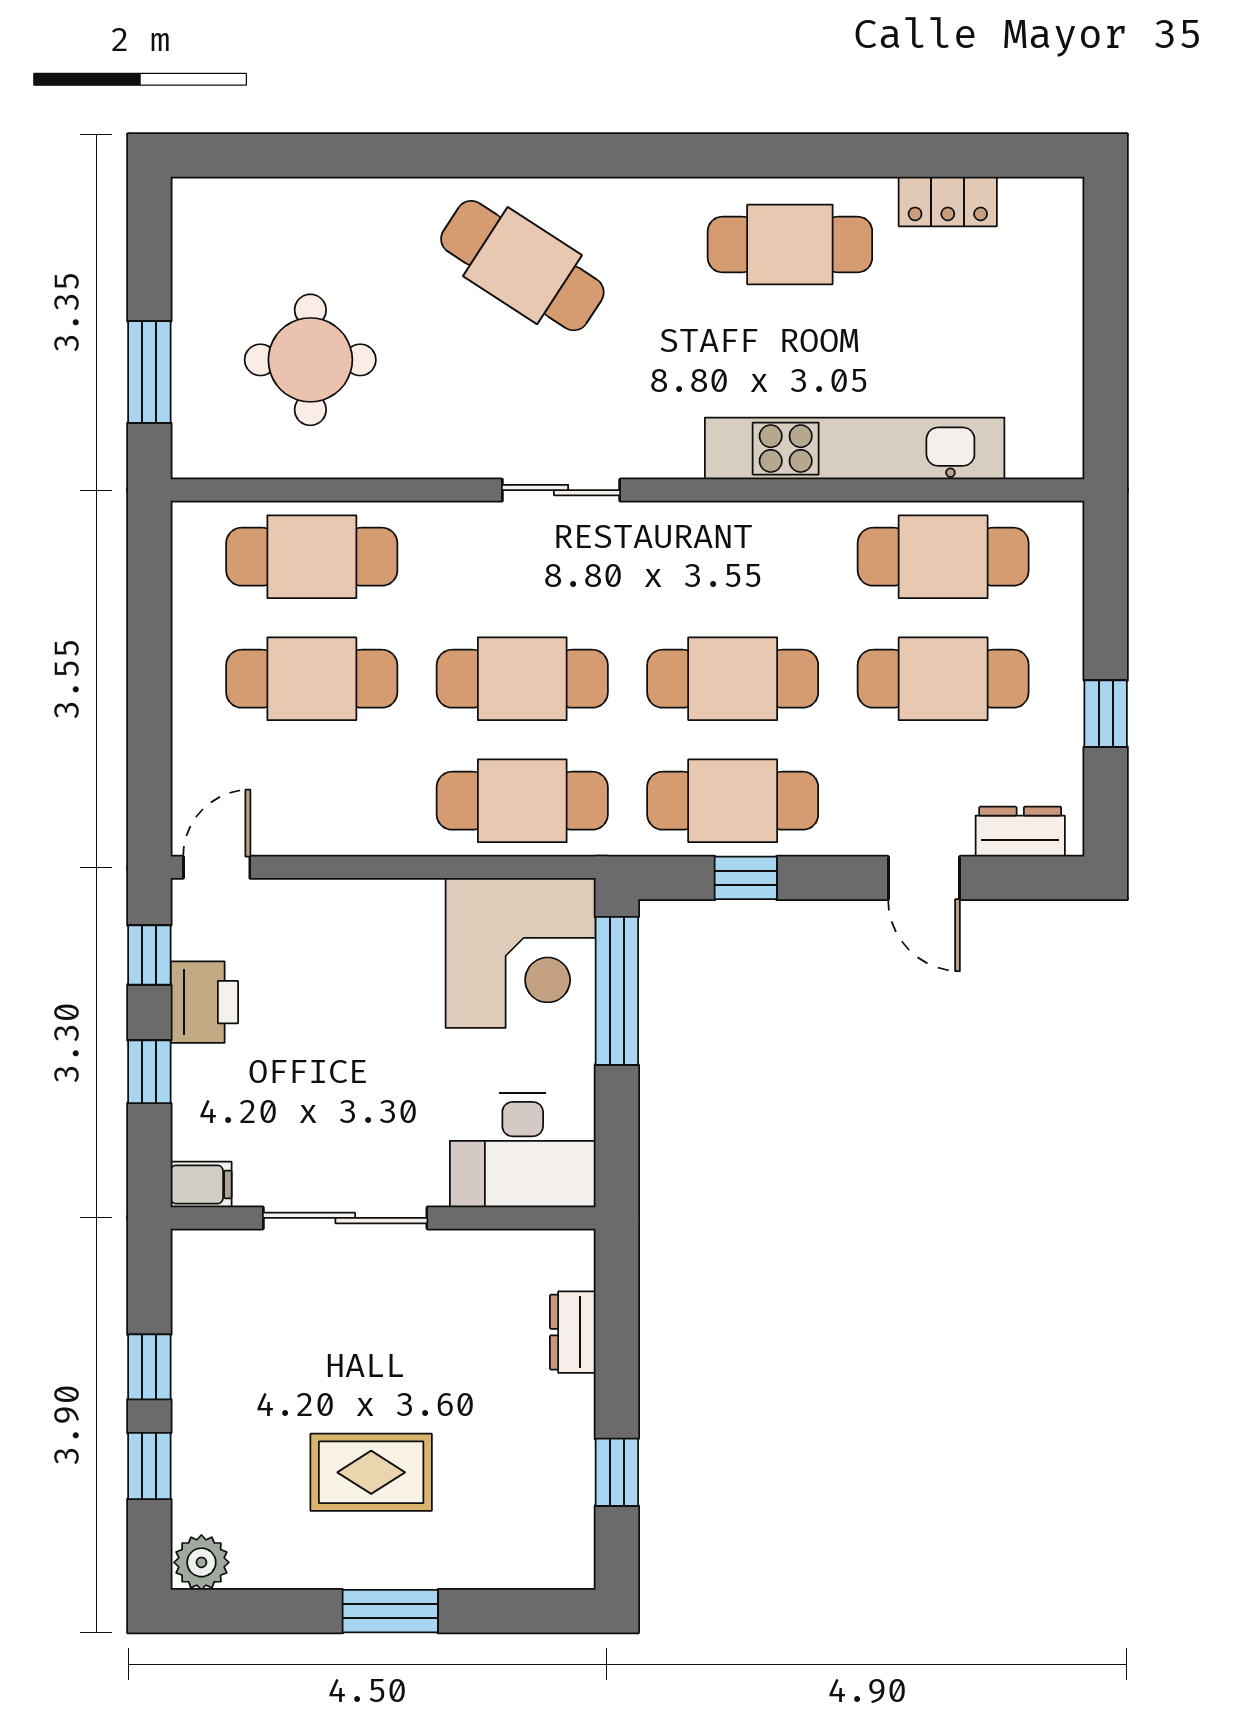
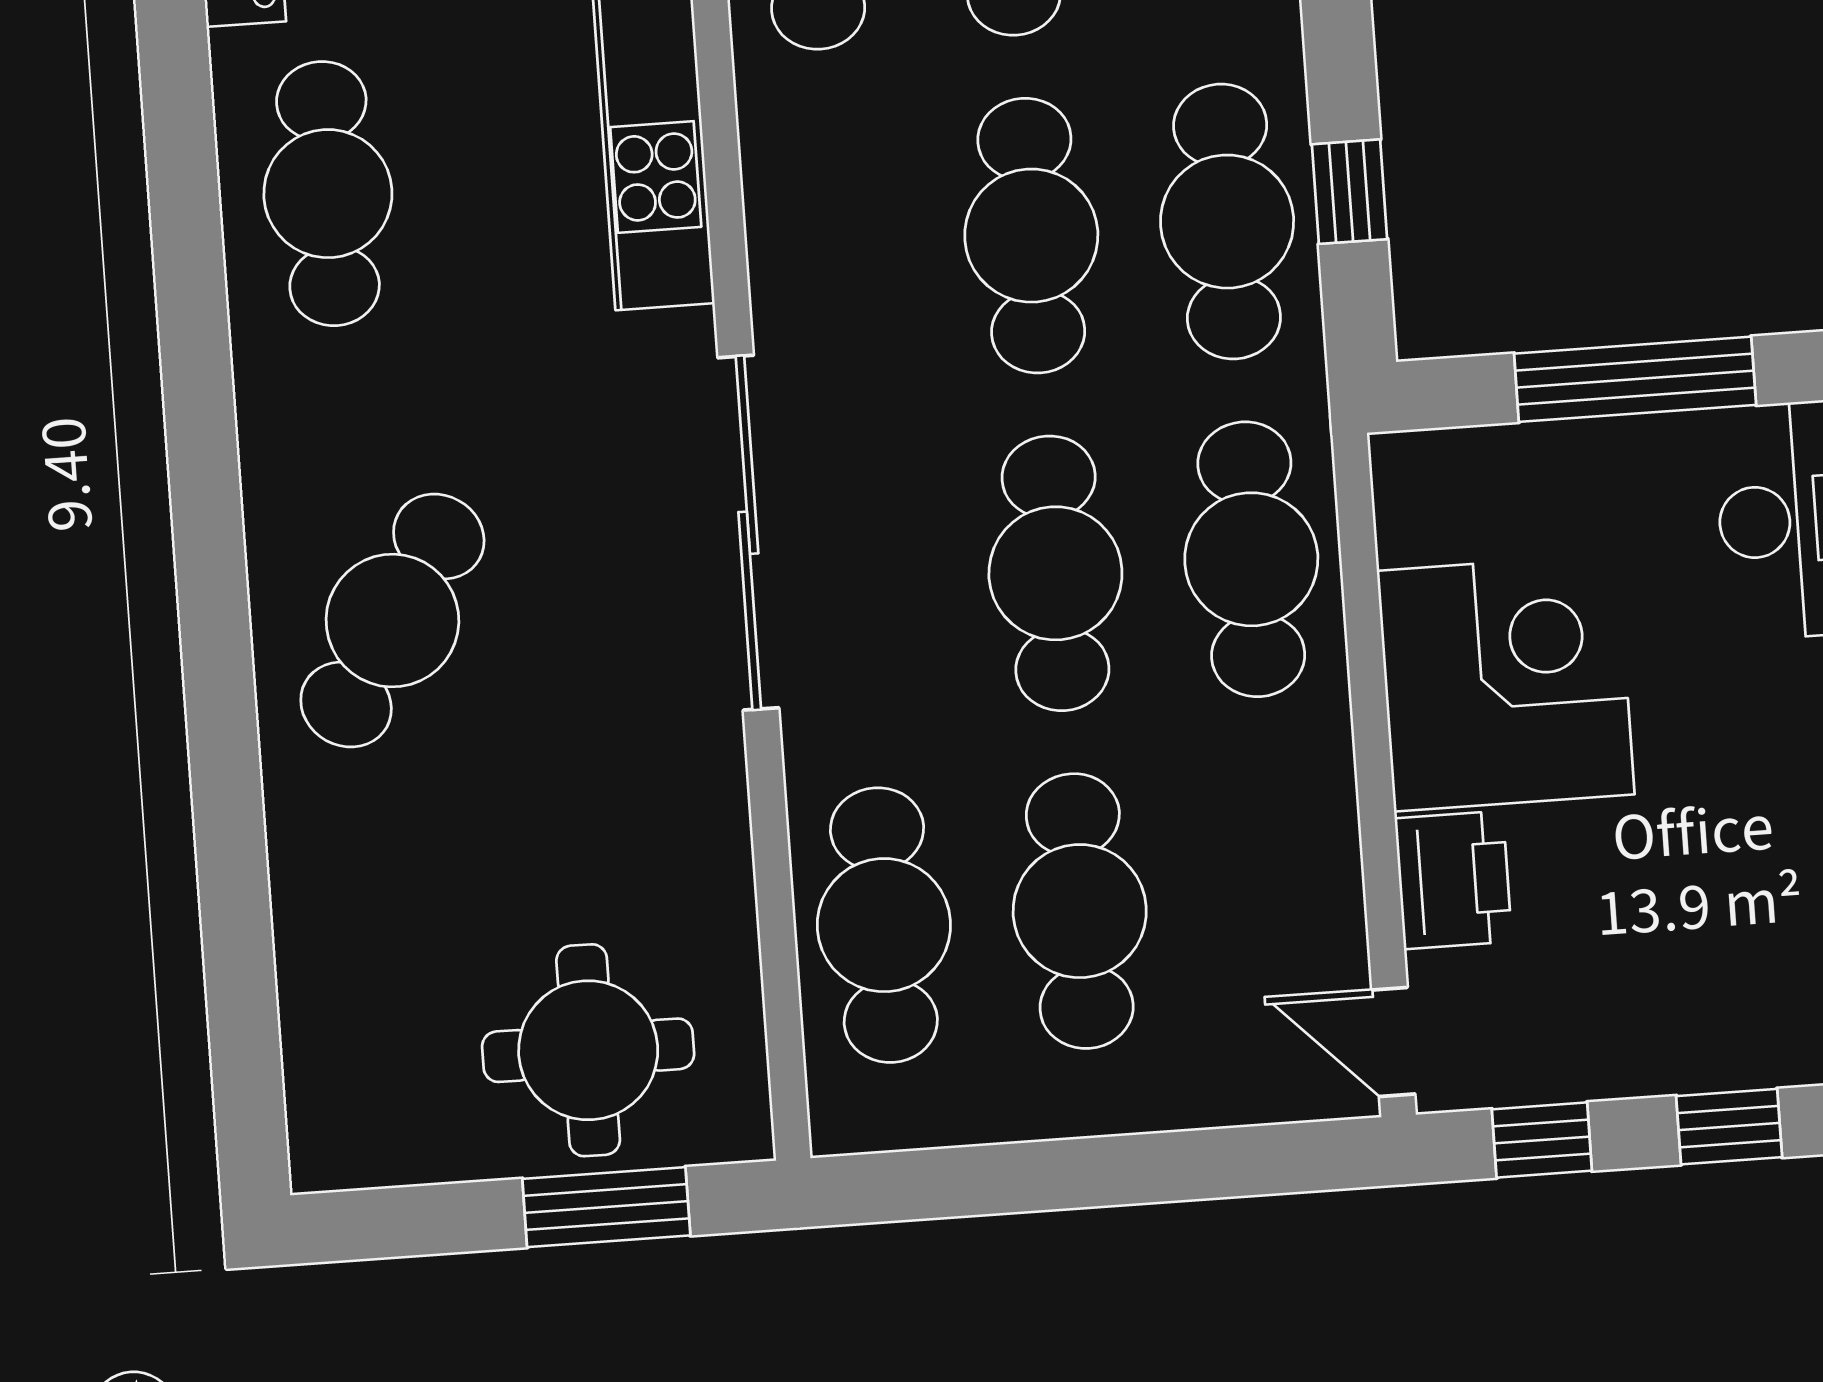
round table: (310, 360) -> (588, 1050), moved
sliding door: (561, 490) -> (748, 533), width x1.86
corner desk: (521, 953) -> (1506, 683), moved
window: (617, 991) -> (1635, 379), moved
printer: (204, 1002) -> (1453, 880), moved, turned 90

